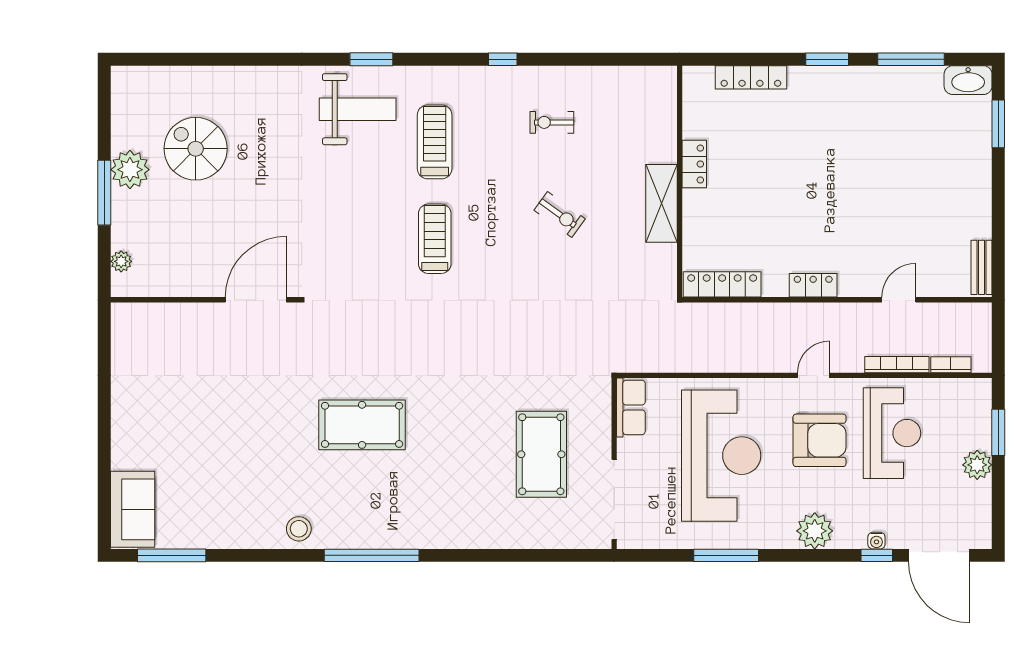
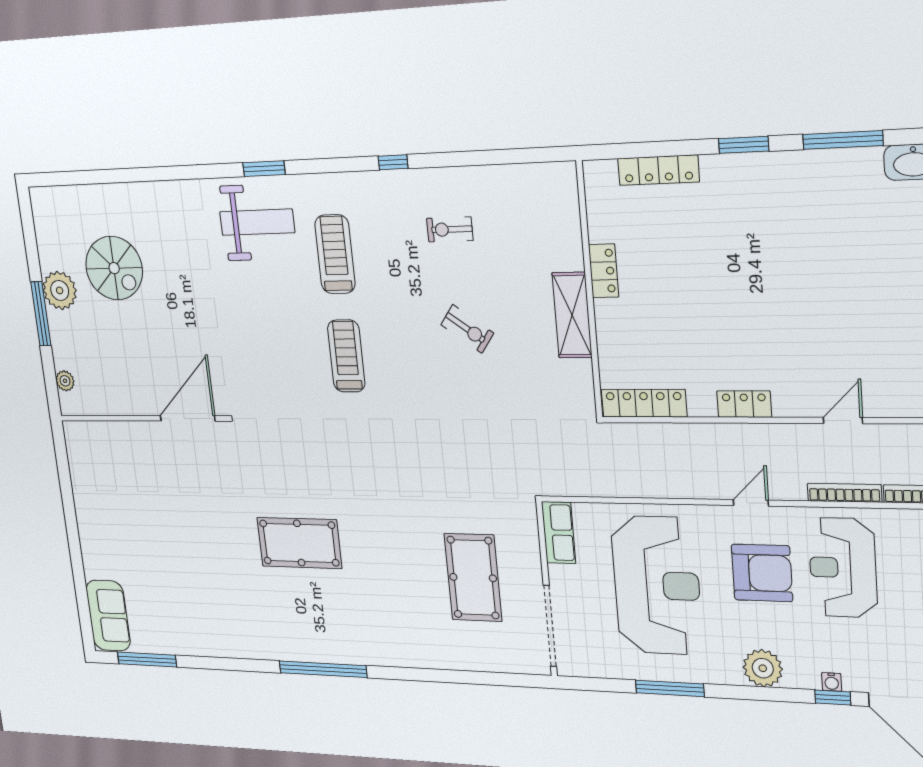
spiral stairs: (196, 149) -> (114, 268), turned 180
reception desk: (892, 433) -> (843, 568), turned 180
stool: (299, 529) -> (254, 641), removed

